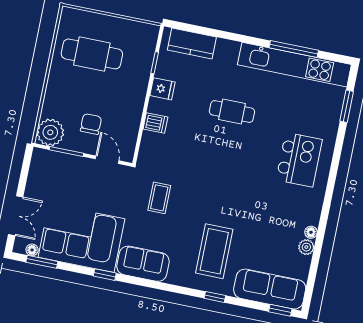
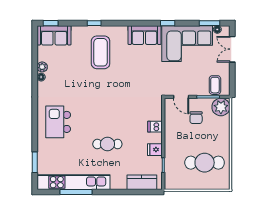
coffee table: (159, 198) -> (215, 85), moved
sofa: (270, 289) -> (54, 35), width x0.73

